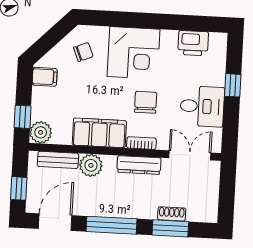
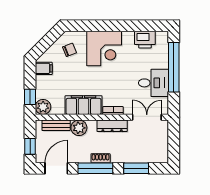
window: (233, 85) -> (174, 67), width x3.17
chair: (146, 102) -> (114, 82), removed
shoe rack: (172, 214) -> (101, 158), moved

